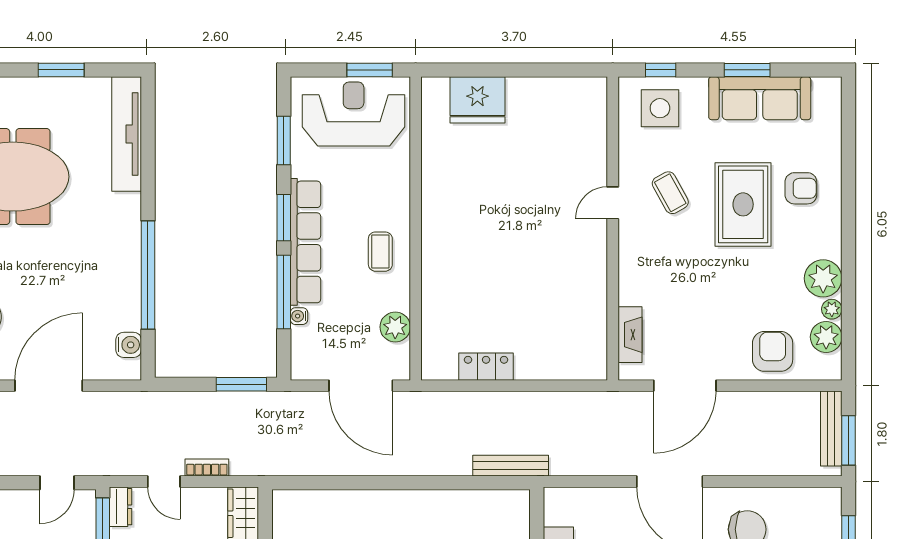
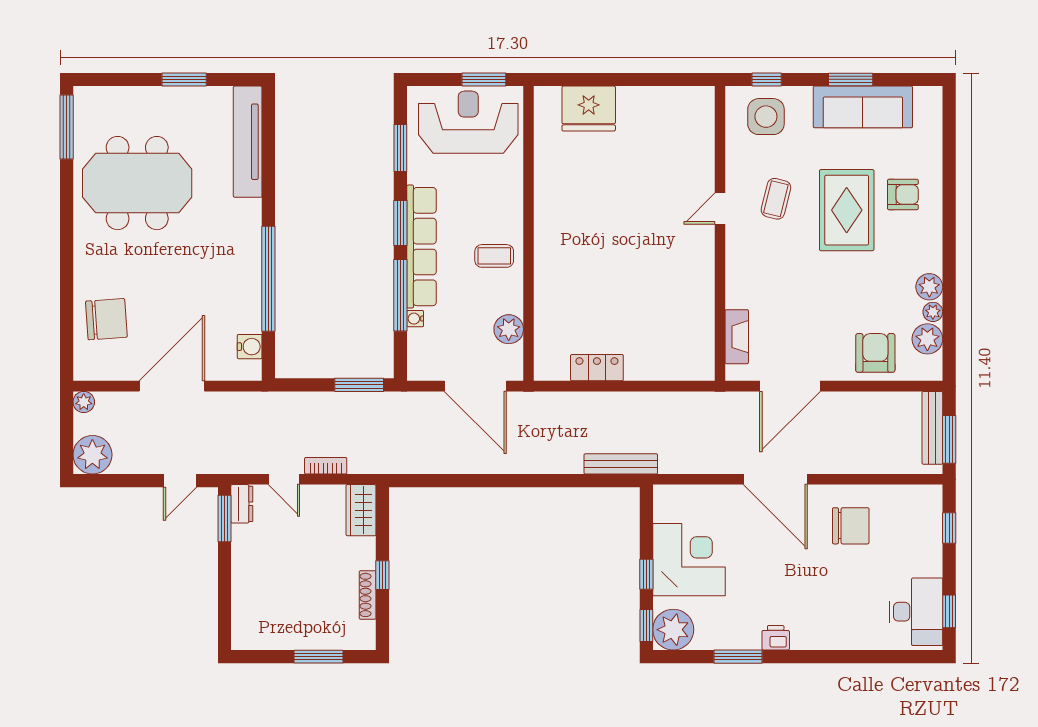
coffee table: (670, 193) -> (776, 199), turned 43
coffee table: (380, 252) -> (494, 256), turned 90
plant: (823, 278) -> (929, 287), width x0.73, depth x0.73

